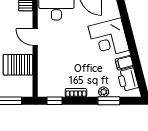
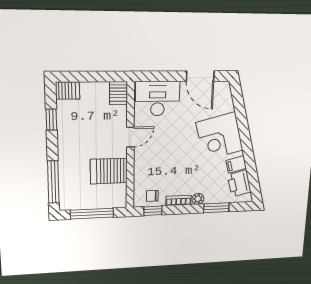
door: (35, 37) -> (130, 137), swing flipped
chair: (54, 88) -> (152, 196), added
plant: (104, 92) -> (198, 199), moved

